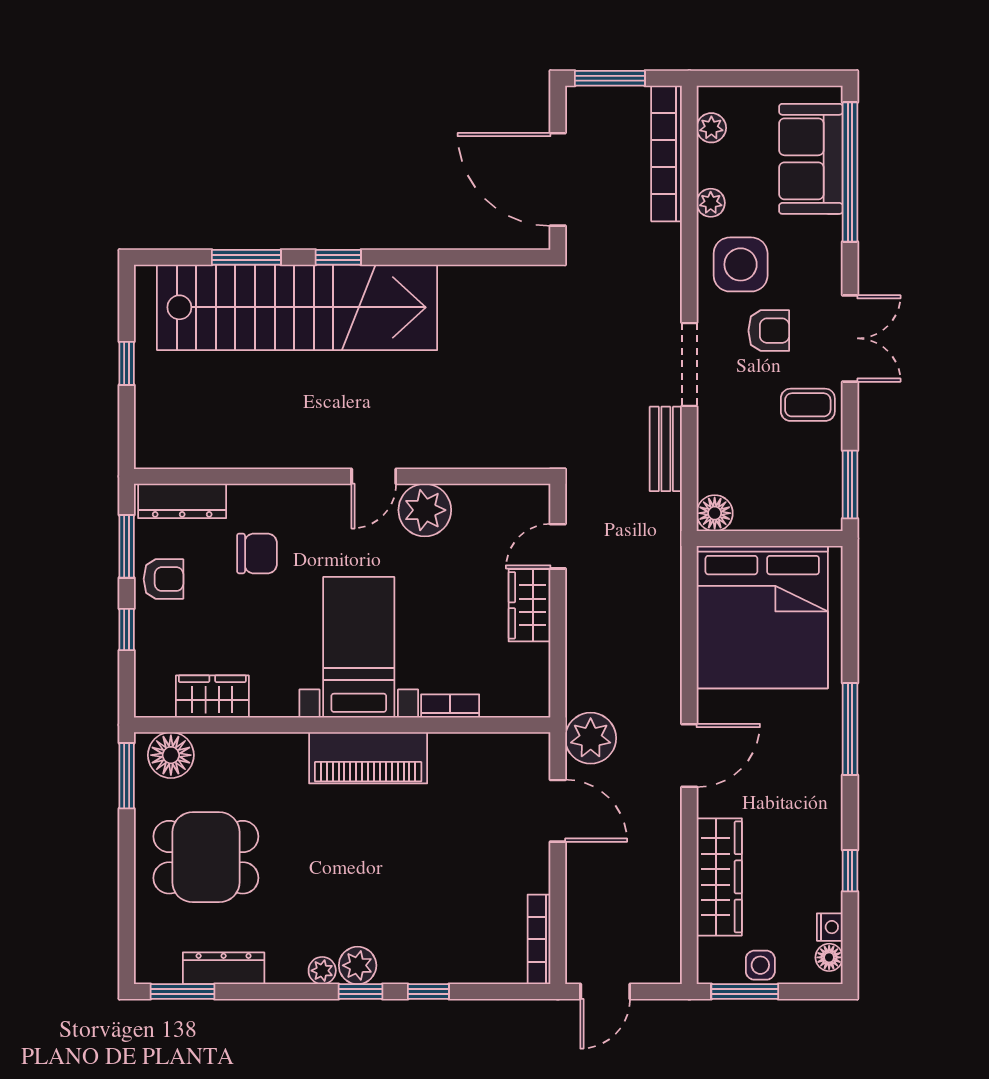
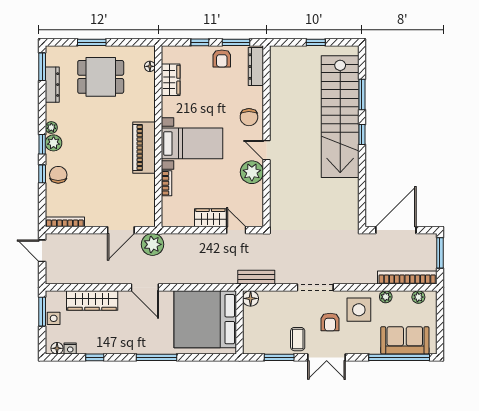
bench: (666, 449) -> (256, 277), moved
window: (850, 484) -> (279, 357), moved
chair: (257, 553) -> (249, 117), moved
floor lamp: (171, 755) -> (150, 66), width x0.53, depth x0.53
window: (127, 776) -> (92, 42), moved
dining table: (206, 857) -> (101, 77), turned 90
chair: (431, 955) -> (58, 175), added

